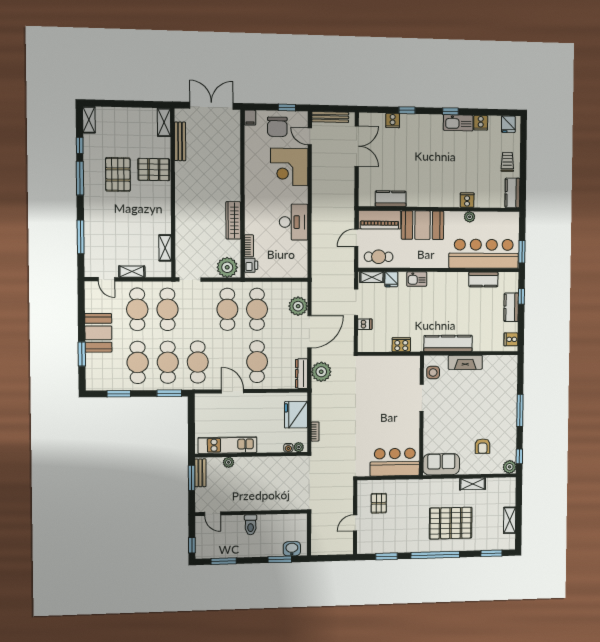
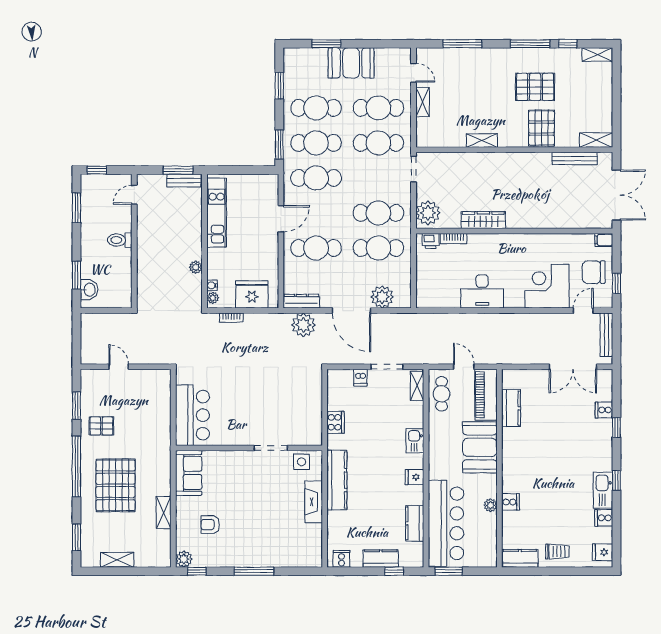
shelving: (165, 248) -> (482, 141), moved
door: (106, 279) -> (414, 73), swing flipped
fridge: (391, 279) -> (415, 477), moved
plant: (228, 462) -> (196, 267), moved
pallet: (379, 503) -> (101, 426), moved

